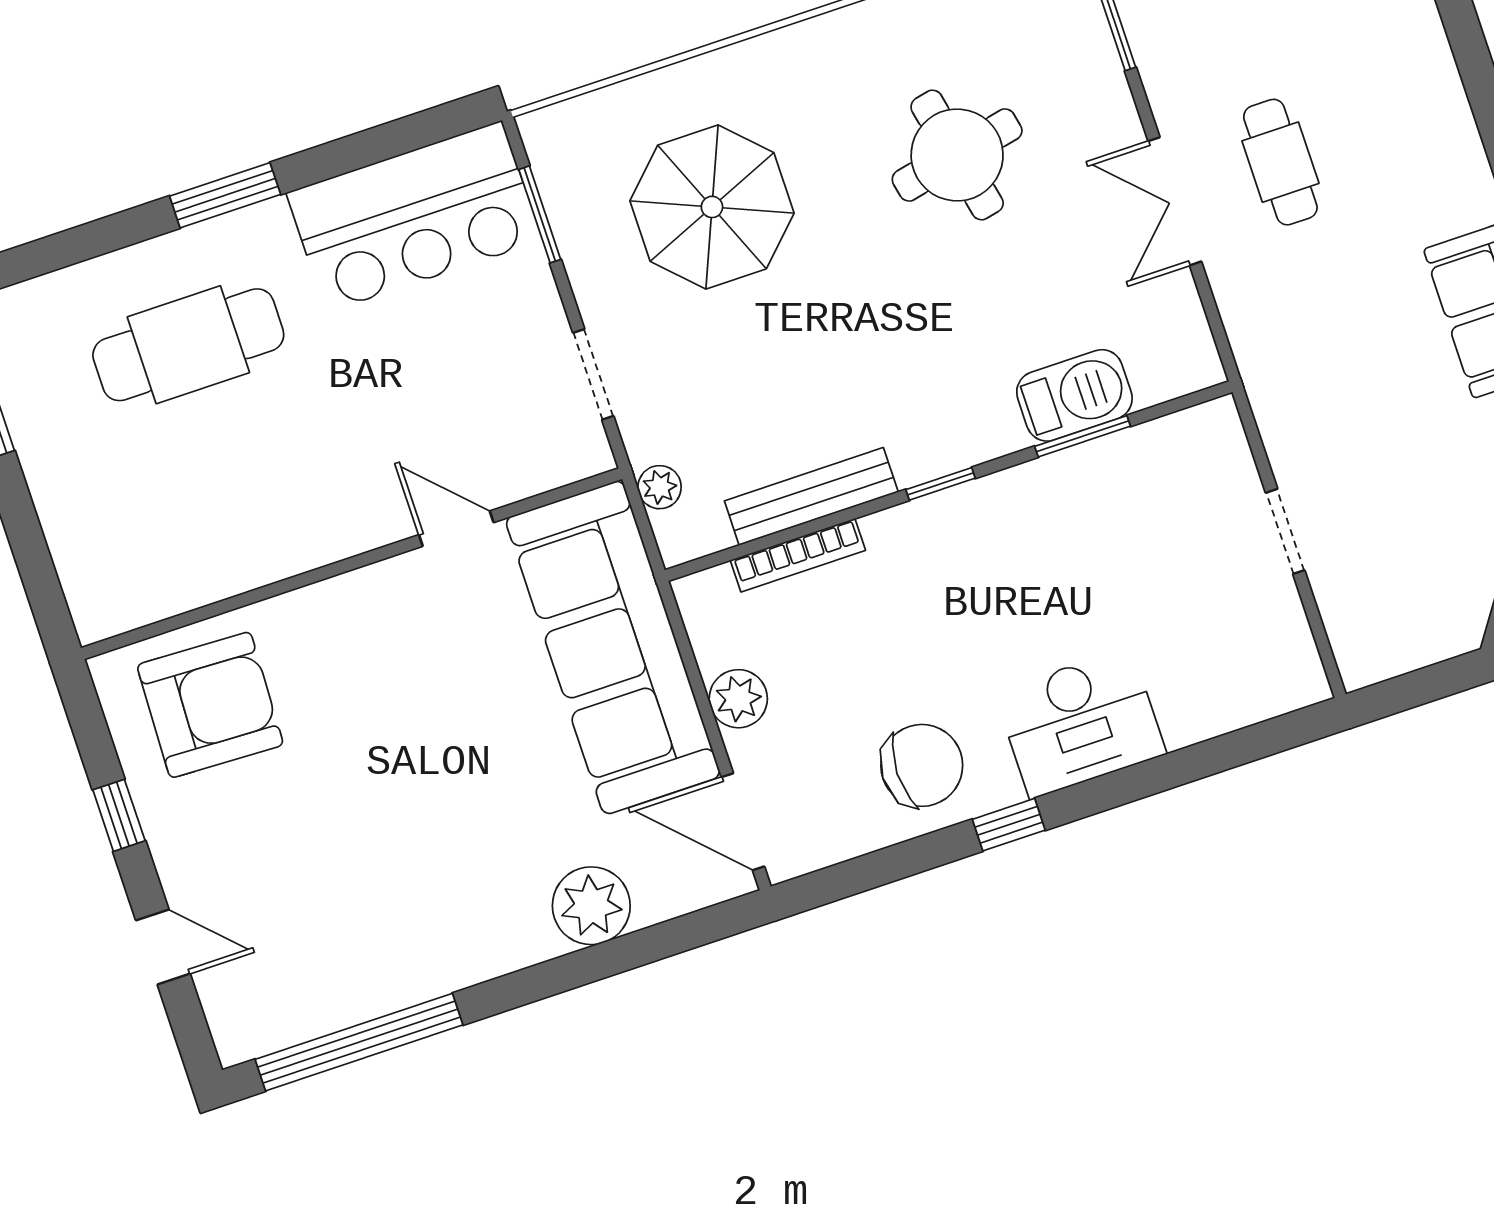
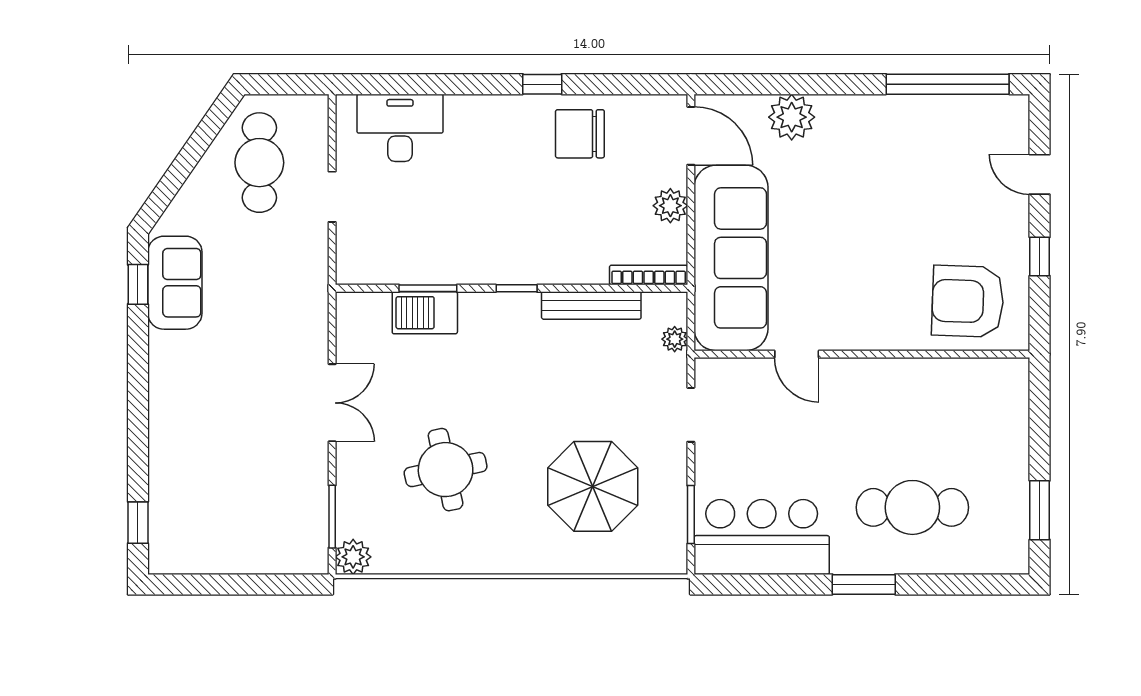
cafe table: (1280, 162) -> (259, 163), moved, width x1.37, depth x1.35
bookcase: (798, 555) -> (649, 275), moved
desk: (1080, 723) -> (400, 128), moved

